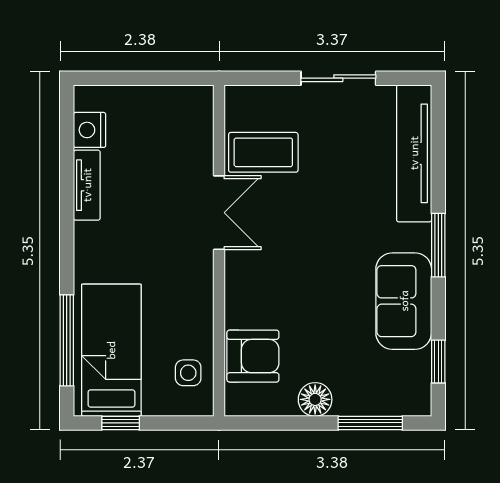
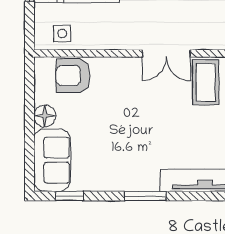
sofa: (404, 301) -> (52, 160), moved, turned 90
armchair: (253, 356) -> (73, 75), turned 90
window: (370, 423) -> (29, 152), removed

